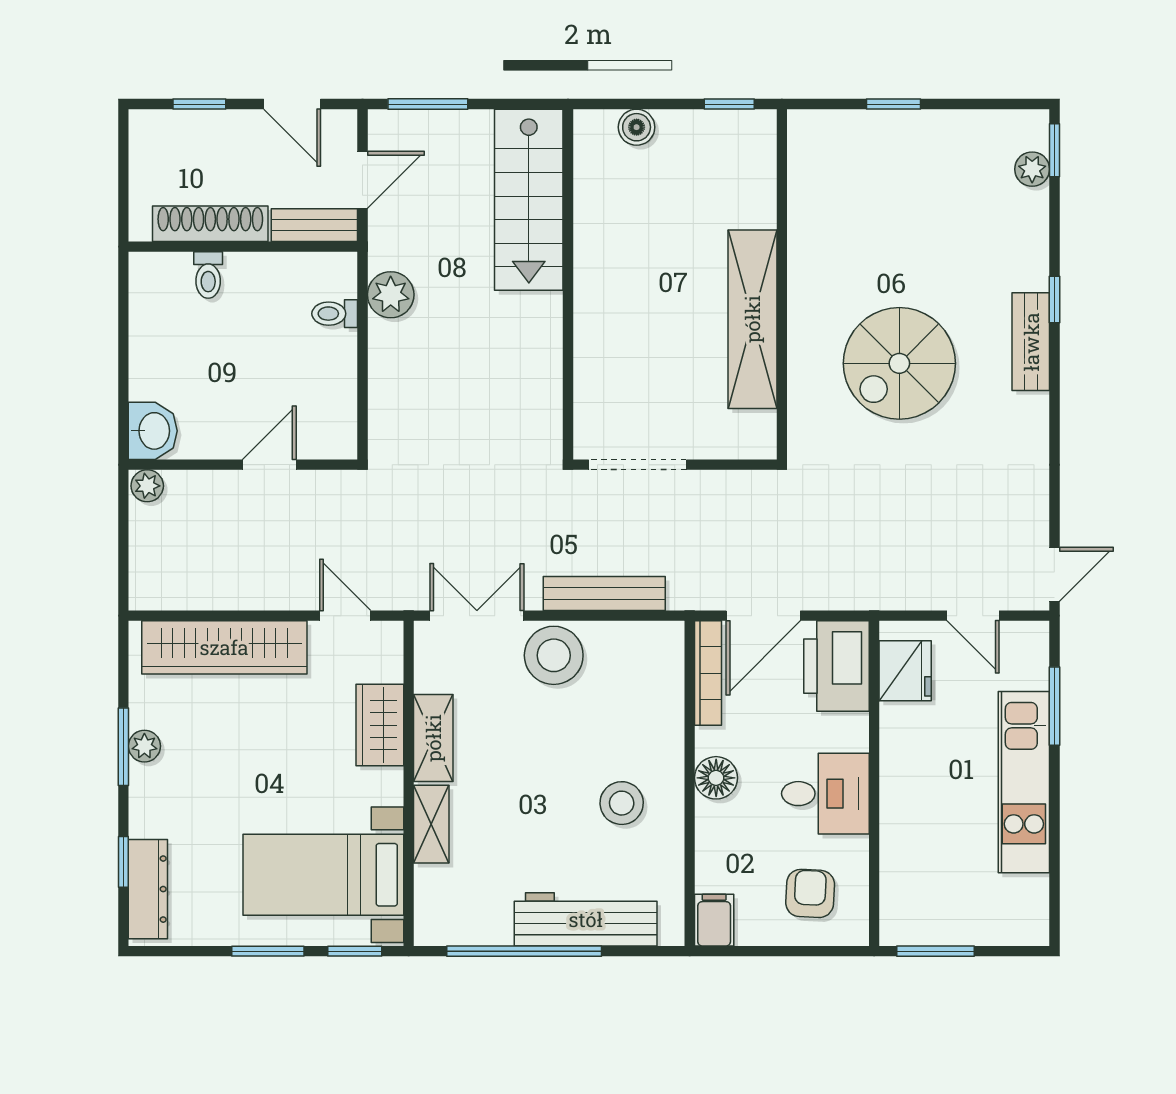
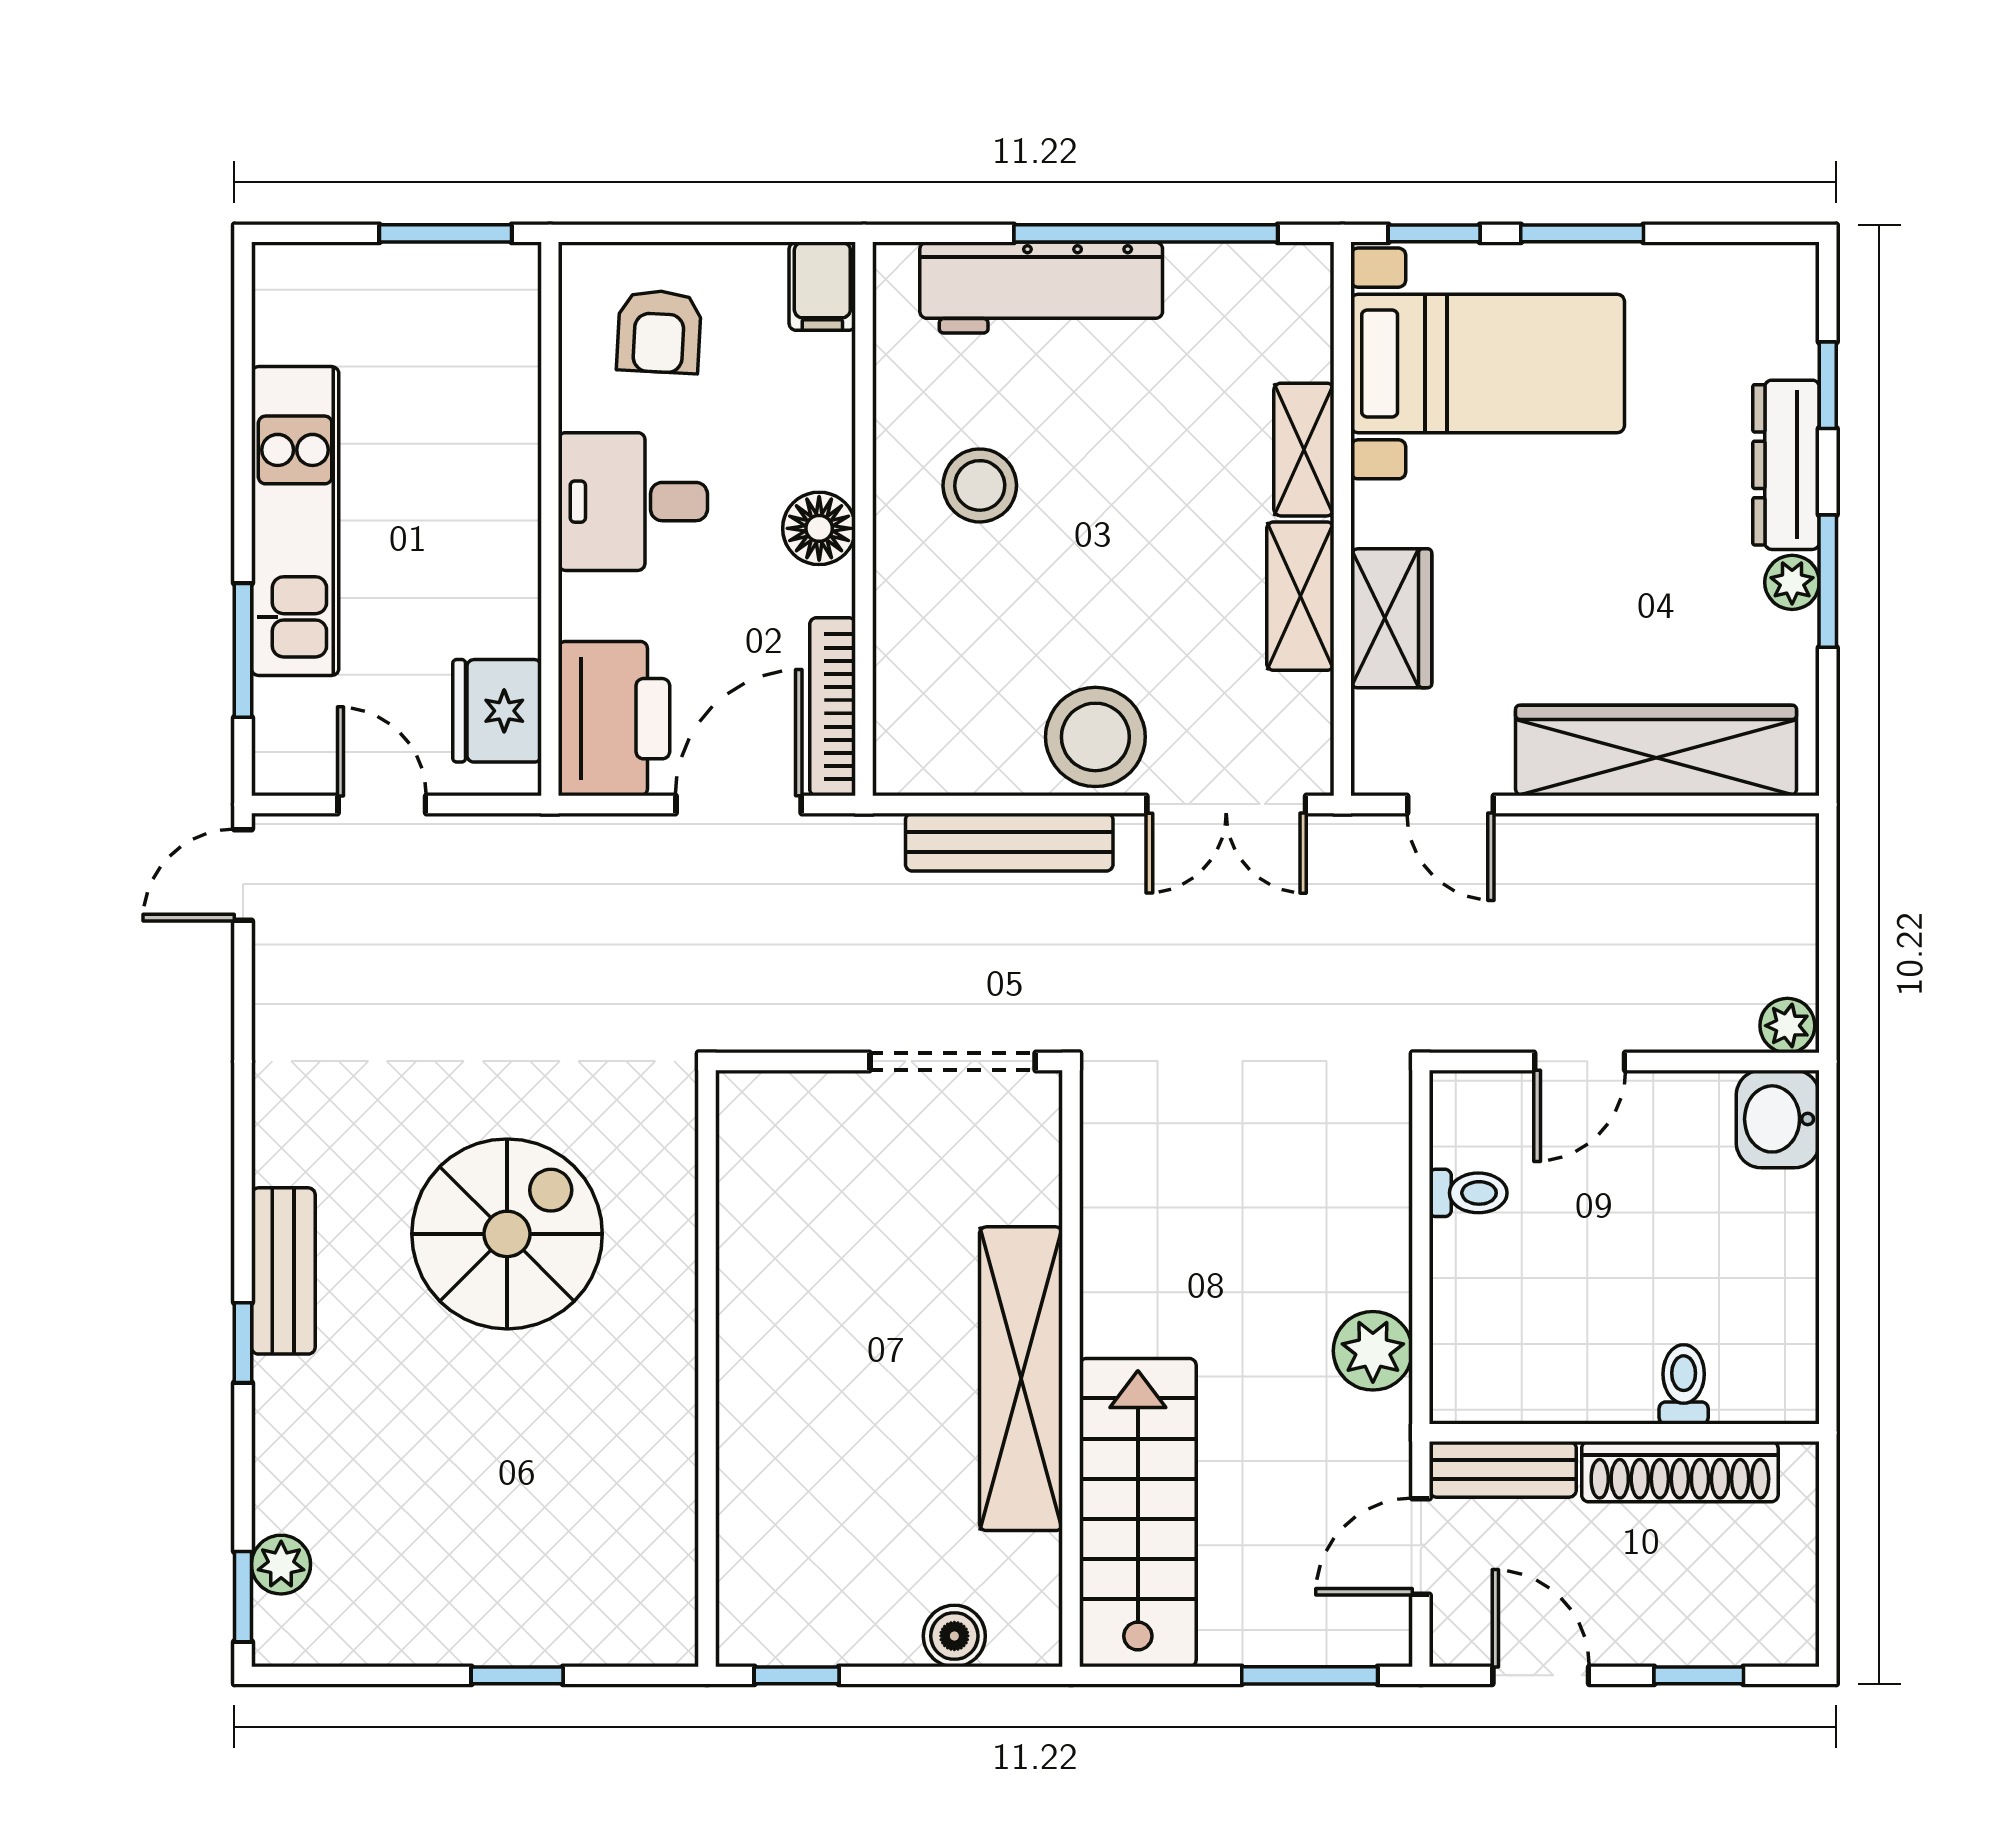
toilet: (335, 314) -> (1468, 1193), moved
shelving: (752, 319) -> (1021, 1379), moved
dresser: (148, 889) -> (1786, 465), moved

